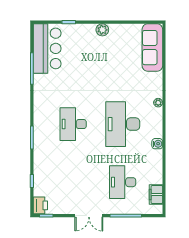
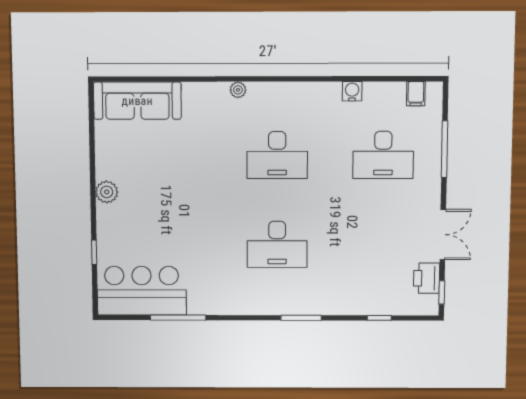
desk: (123, 124) -> (277, 155), width x0.73, depth x0.77
water cooler: (157, 144) -> (352, 91), moved
filing cabinet: (156, 195) -> (416, 94), width x0.50
printer: (40, 205) -> (427, 278), moved, turned -90
double door: (89, 216) -> (443, 235), moved

